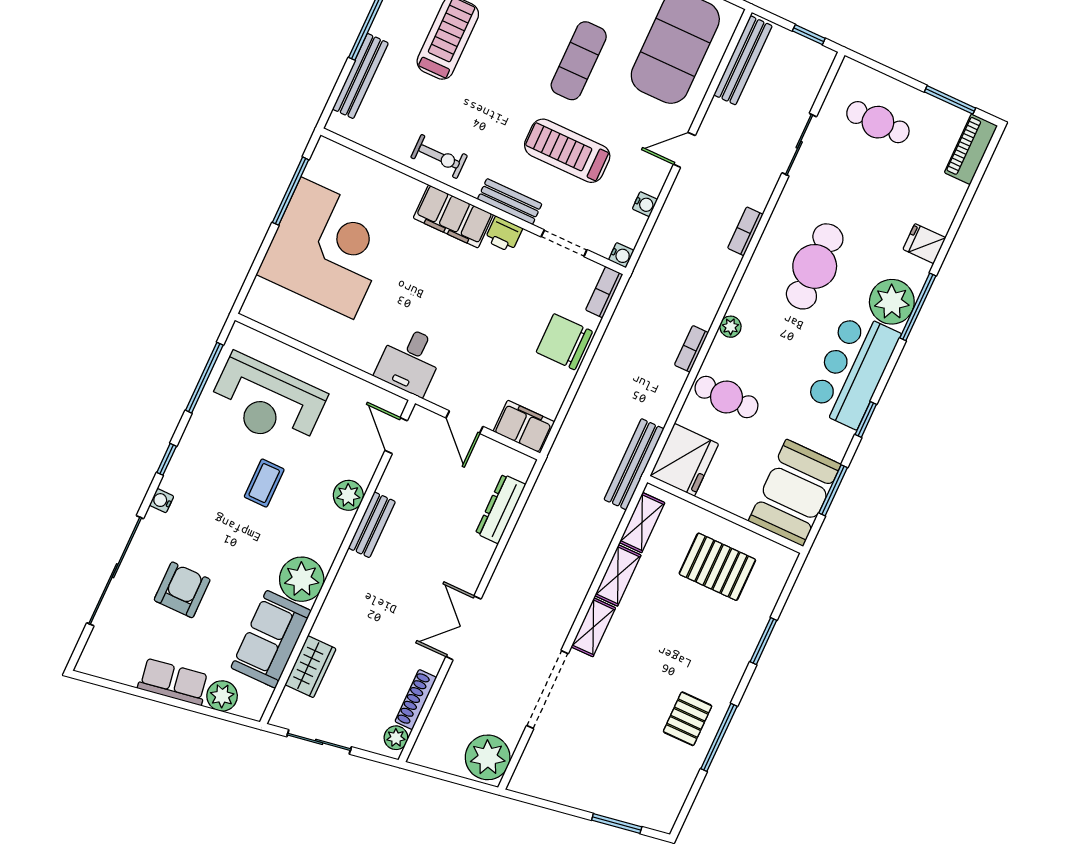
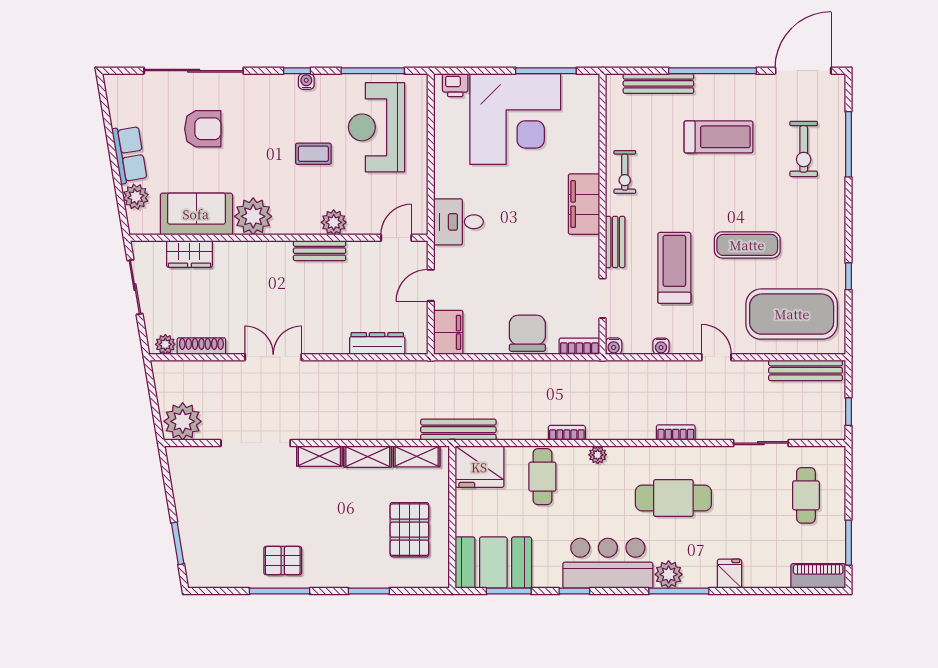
printer: (504, 234) -> (455, 85), moved, turned -90
plant: (892, 302) -> (669, 574), width x0.73, depth x0.73
water cooler: (162, 501) -> (306, 81), moved

